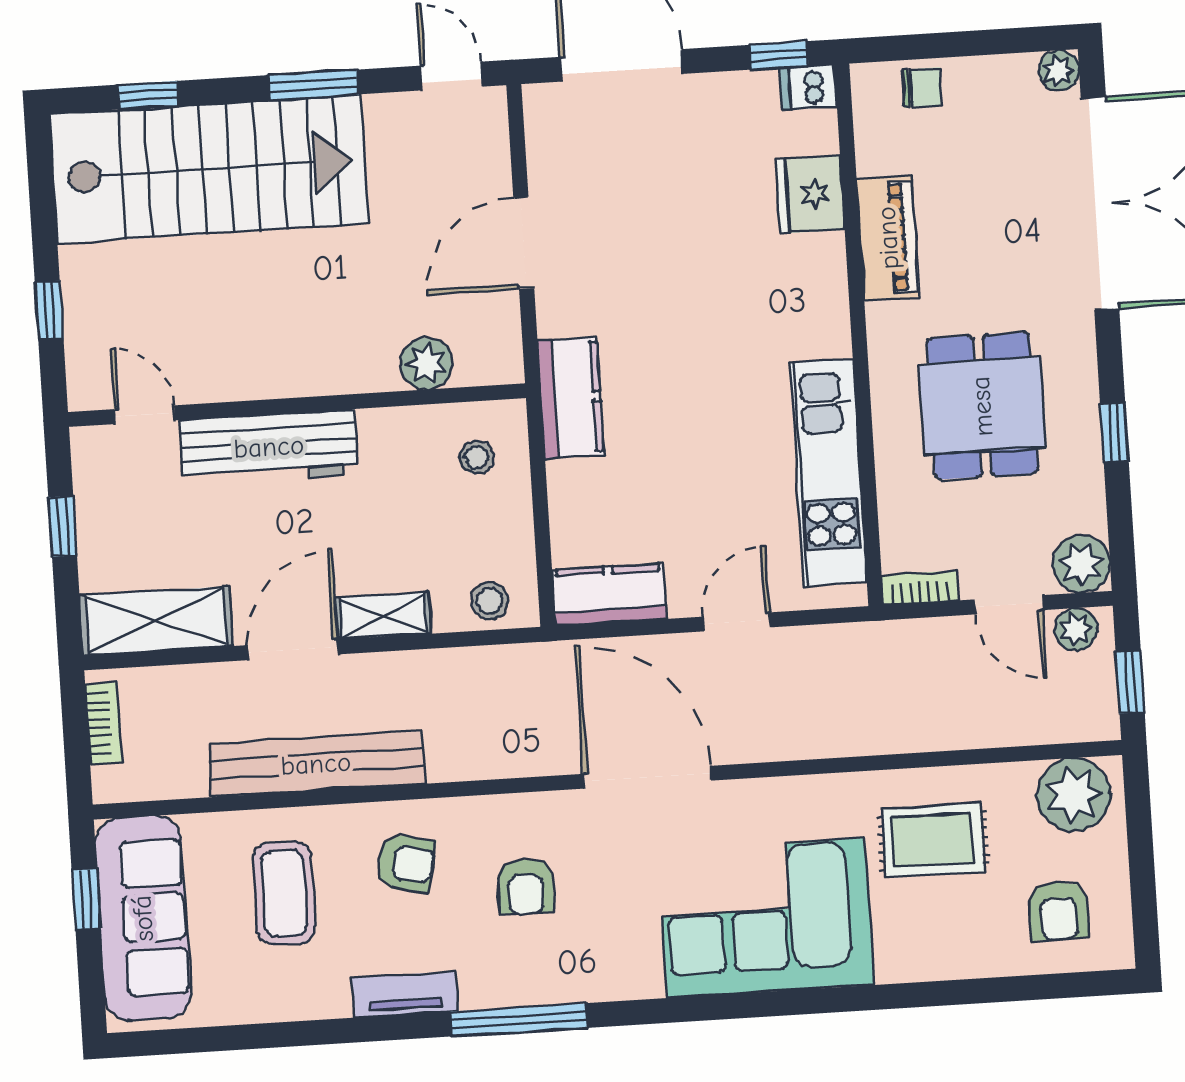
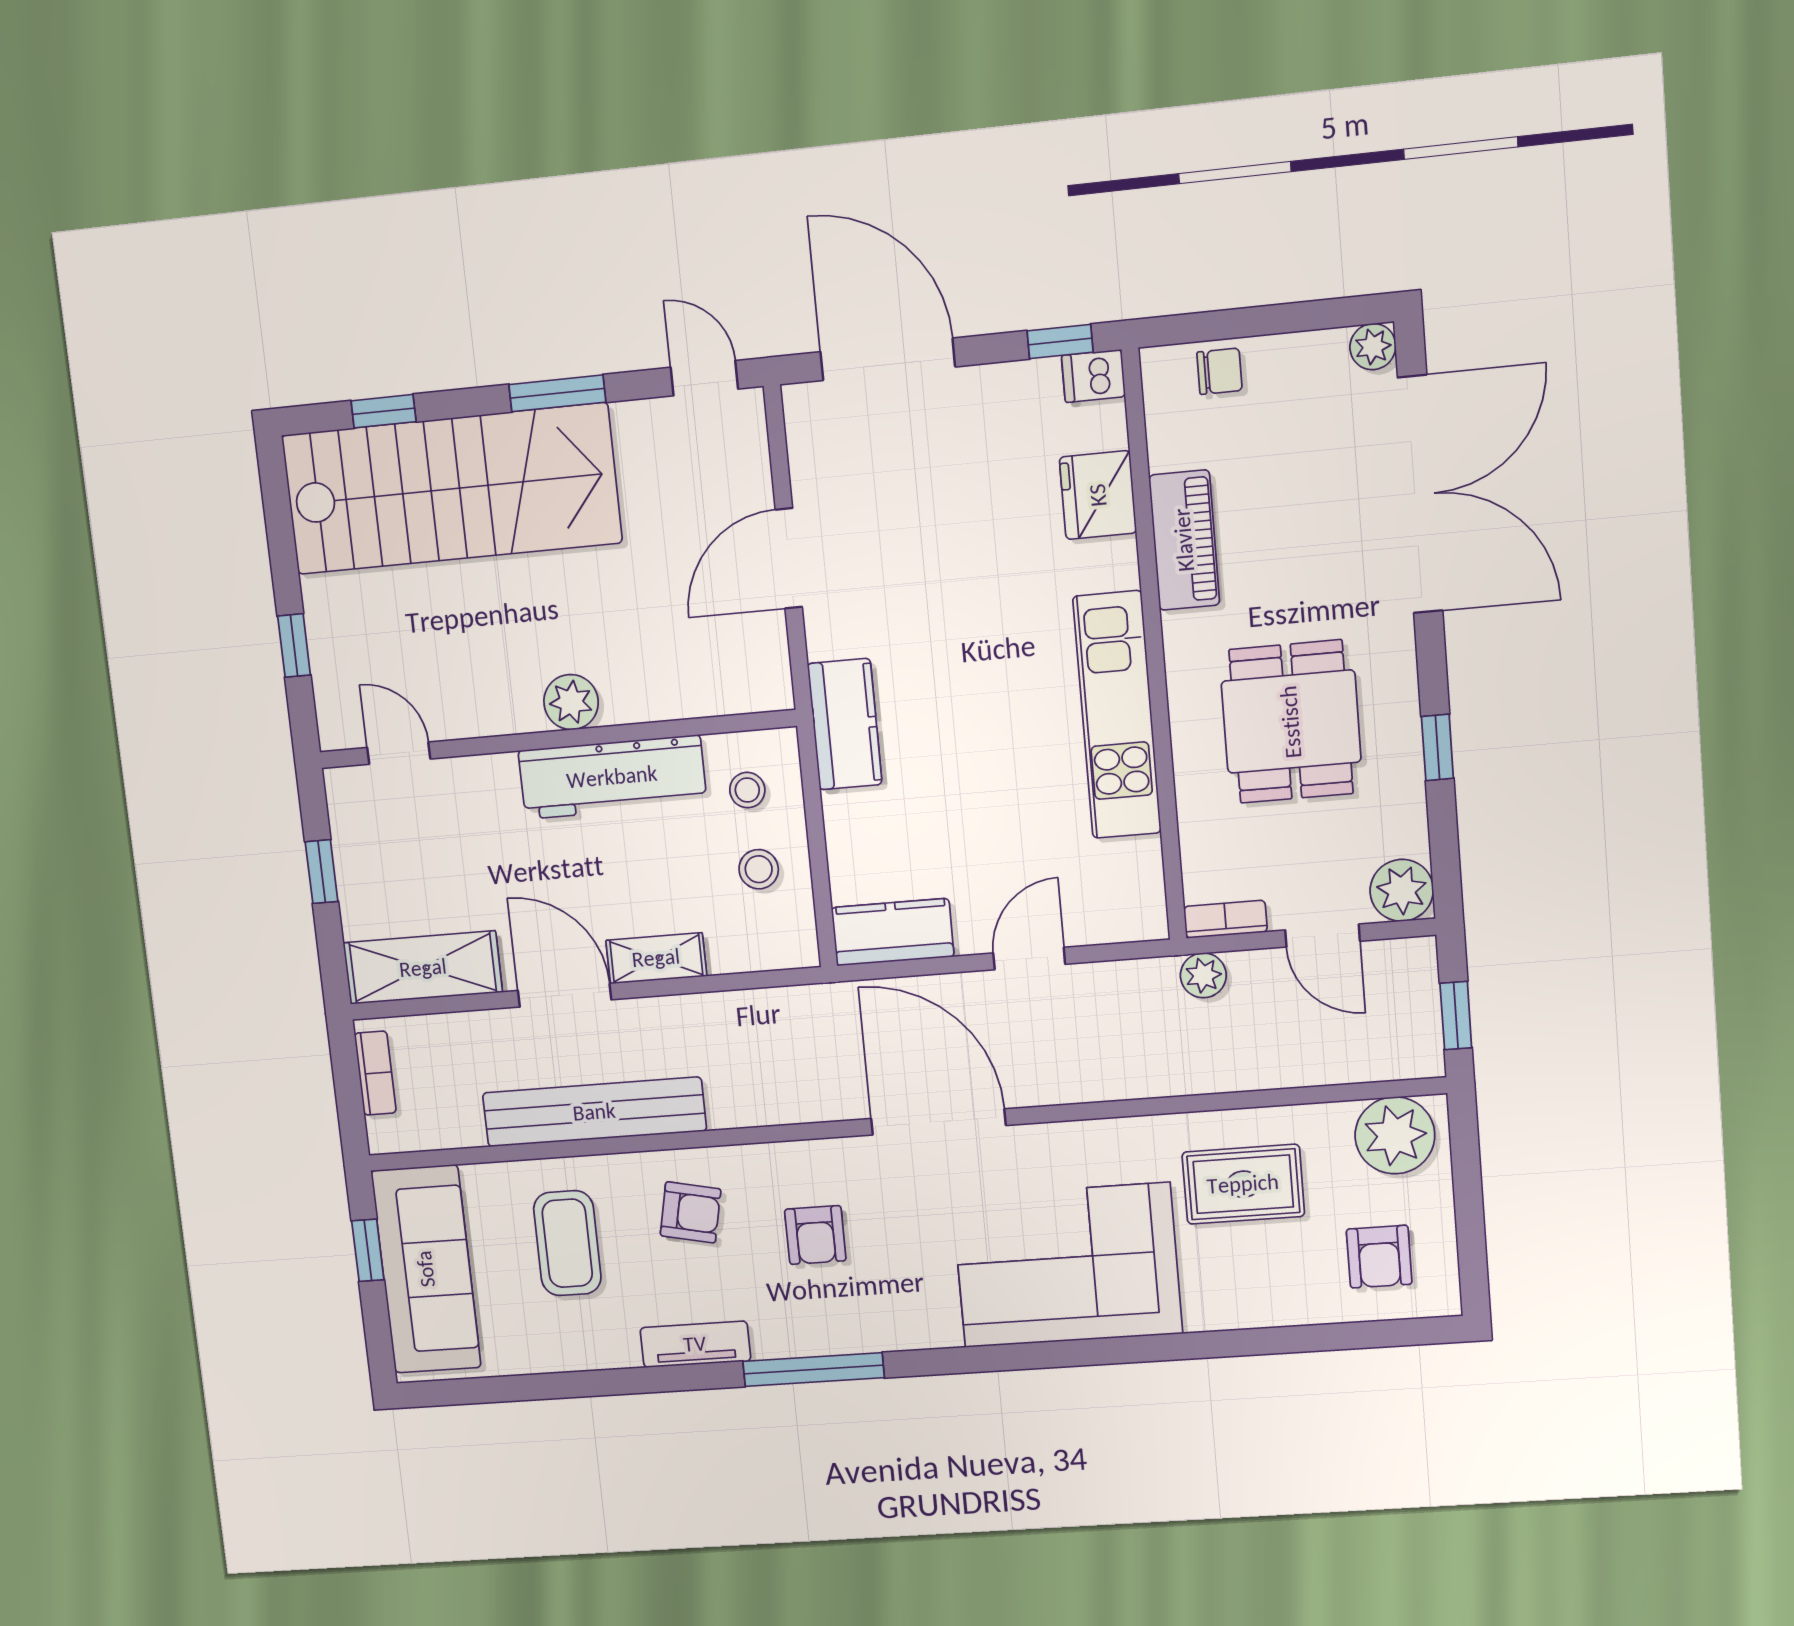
plant: (427, 363) -> (571, 702), moved
workbench: (269, 447) -> (612, 777), moved
kitchen unit: (828, 473) -> (1117, 715), moved
stool: (490, 601) -> (759, 869), moved
plant: (1076, 629) -> (1203, 975), moved
door: (293, 650) -> (565, 995), hinge flipped

